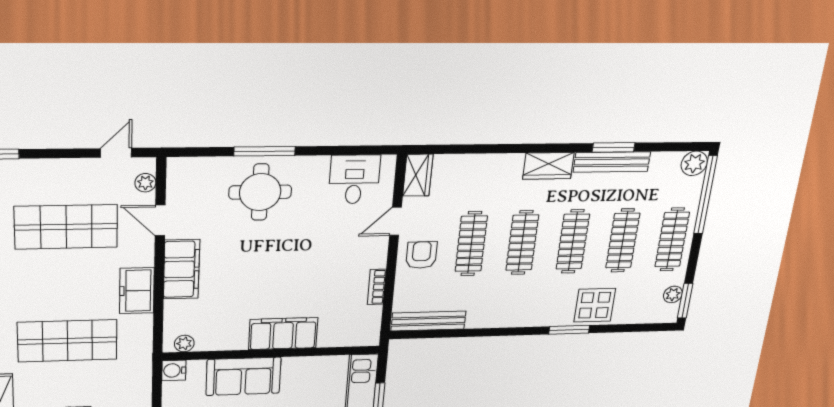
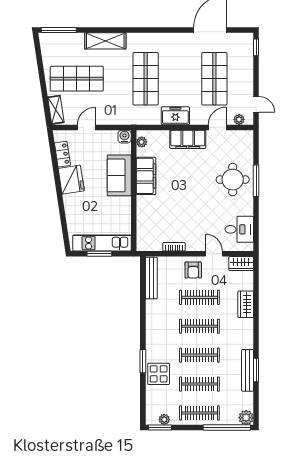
wardrobe: (548, 166) -> (246, 304), moved
armchair: (421, 255) -> (193, 270), turned 90
filing cabinet: (283, 334) -> (146, 176), moved

